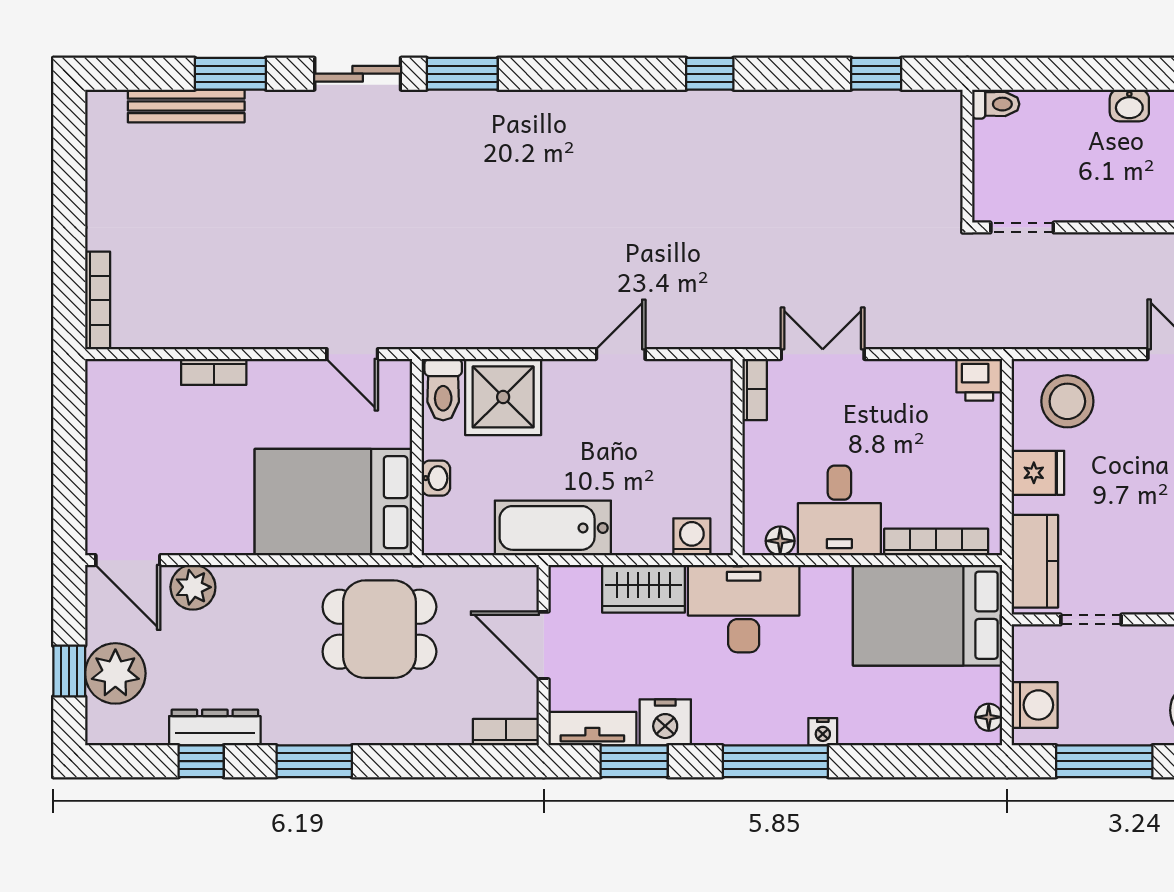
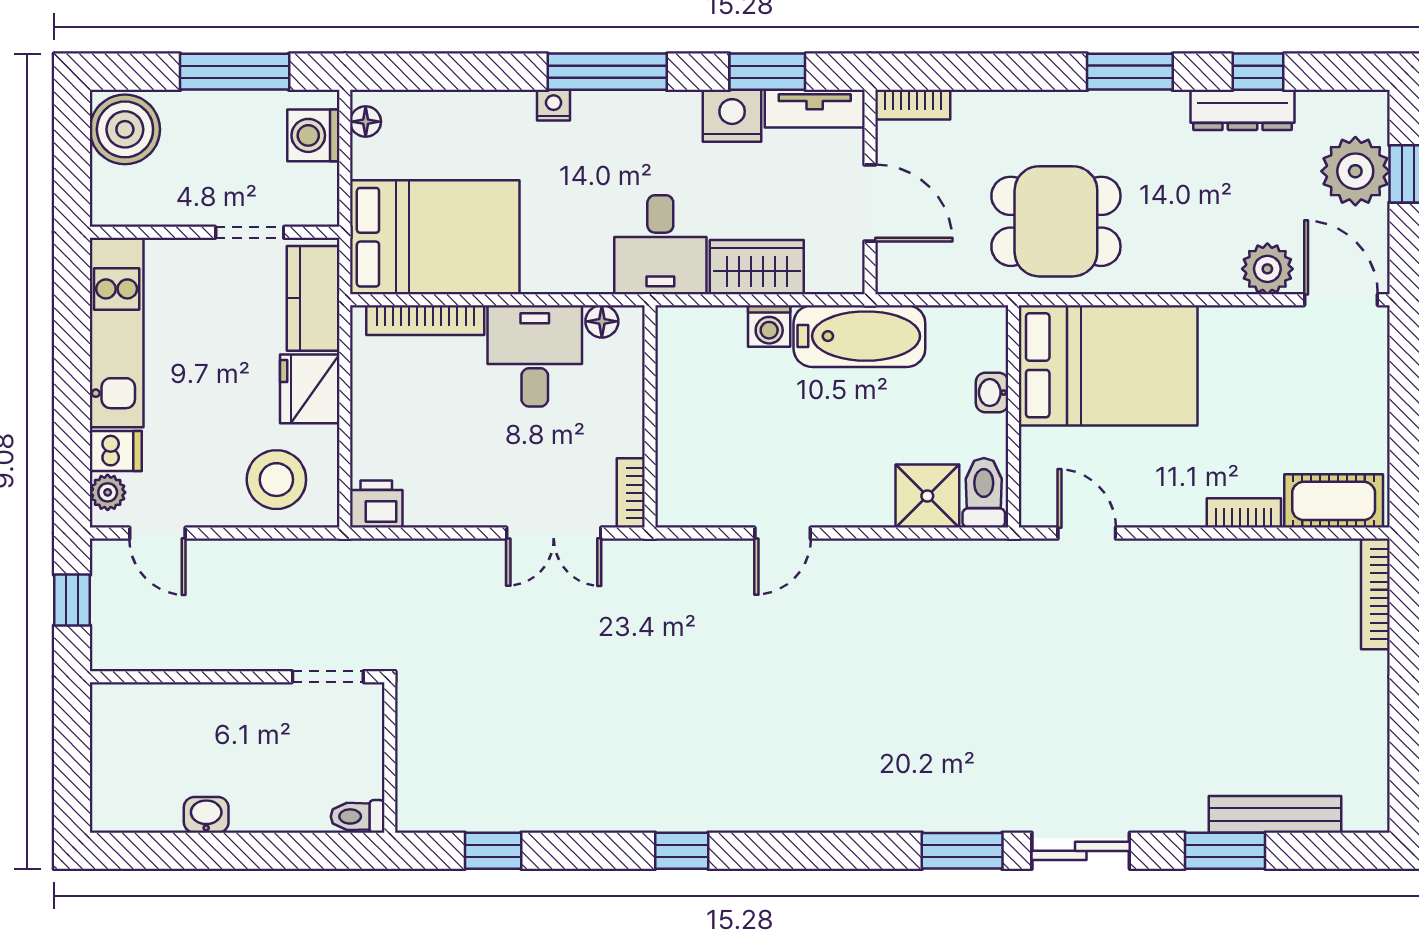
cot: (134, 382) -> (1334, 501), added
shower: (503, 397) -> (927, 496), width x0.73, depth x0.73
fridge: (1038, 473) -> (310, 389), width x1.38
washing machine: (692, 537) -> (769, 326), moved
desk: (744, 609) -> (660, 245), width x0.73

